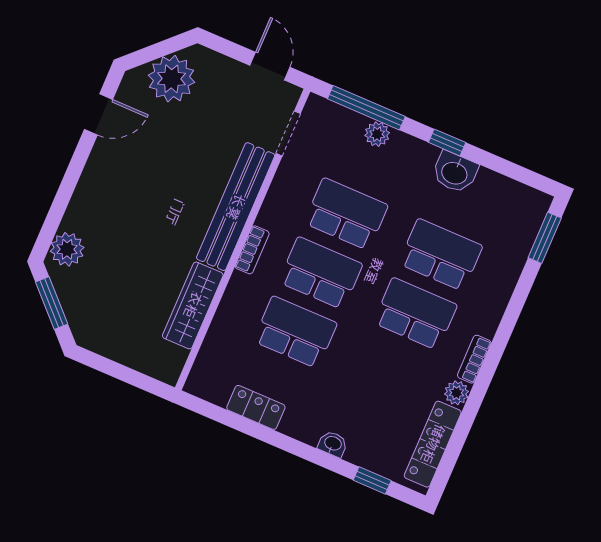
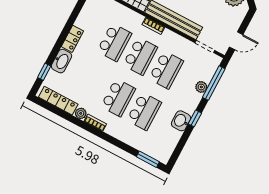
locker: (256, 407) -> (72, 39), moved
washbasin: (333, 444) -> (62, 61), width x1.91, depth x1.45

